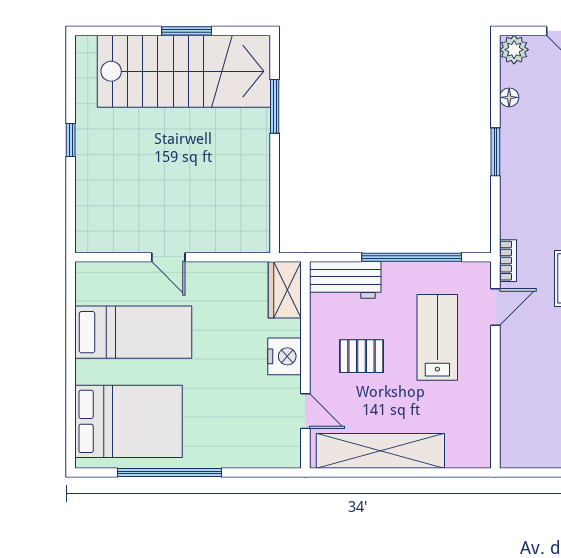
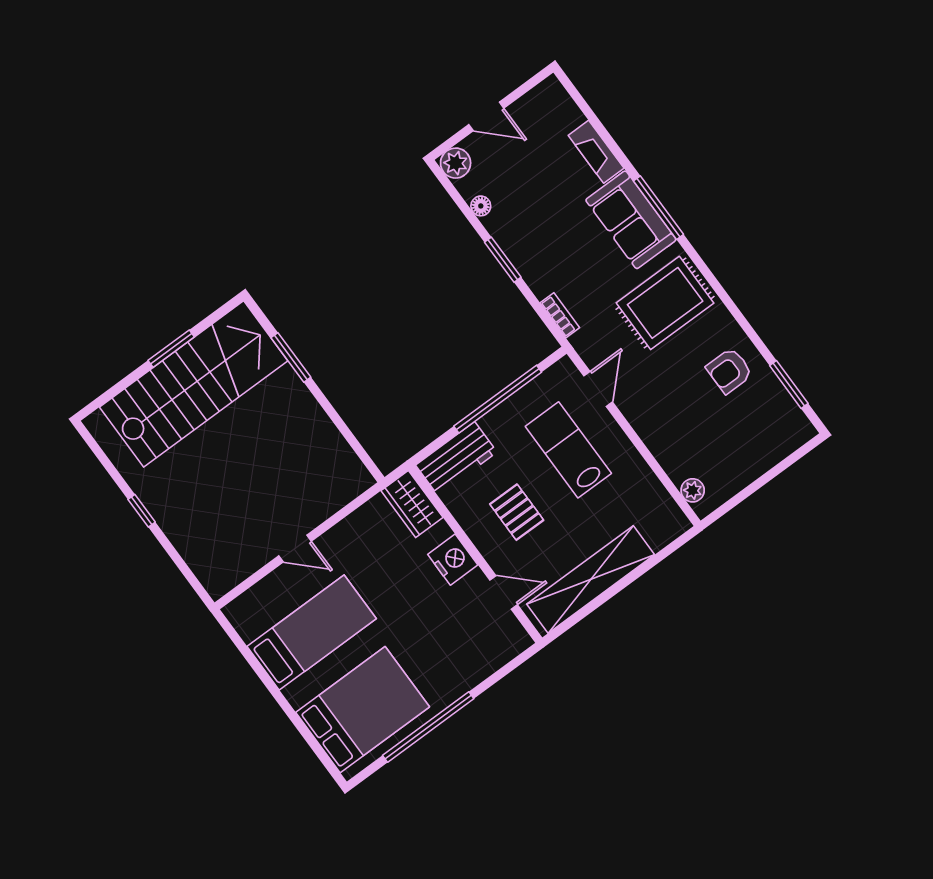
bookcase: (508, 261) -> (560, 315), moved
pallet: (362, 356) -> (517, 512), turned 90
plant: (511, 440) -> (693, 490), added

